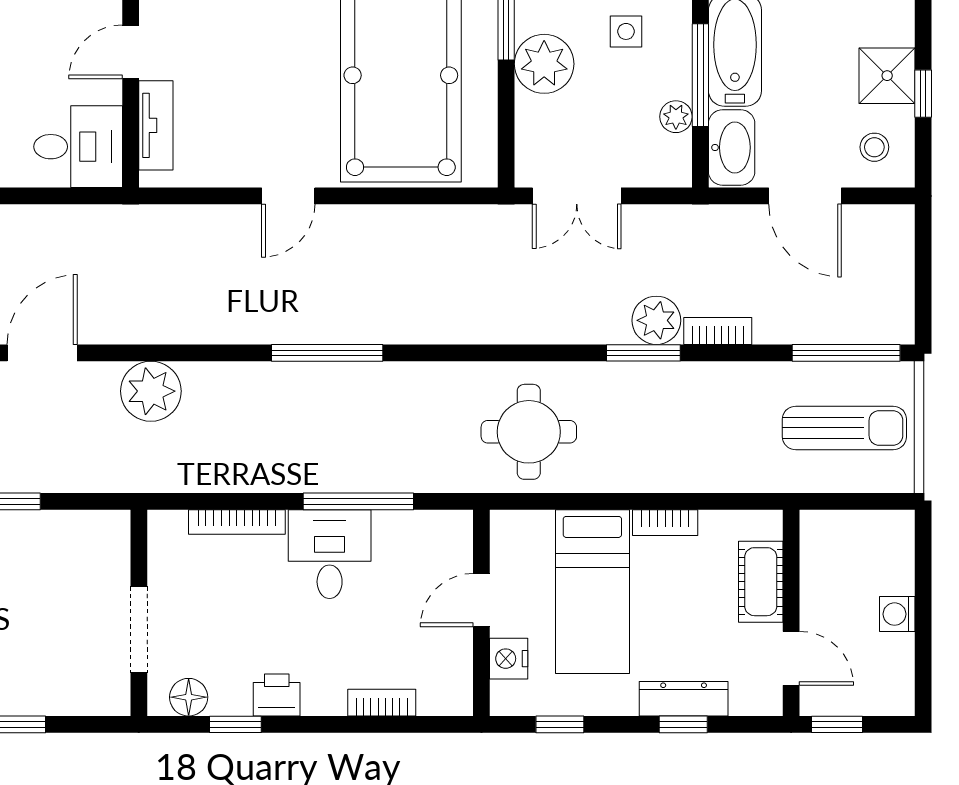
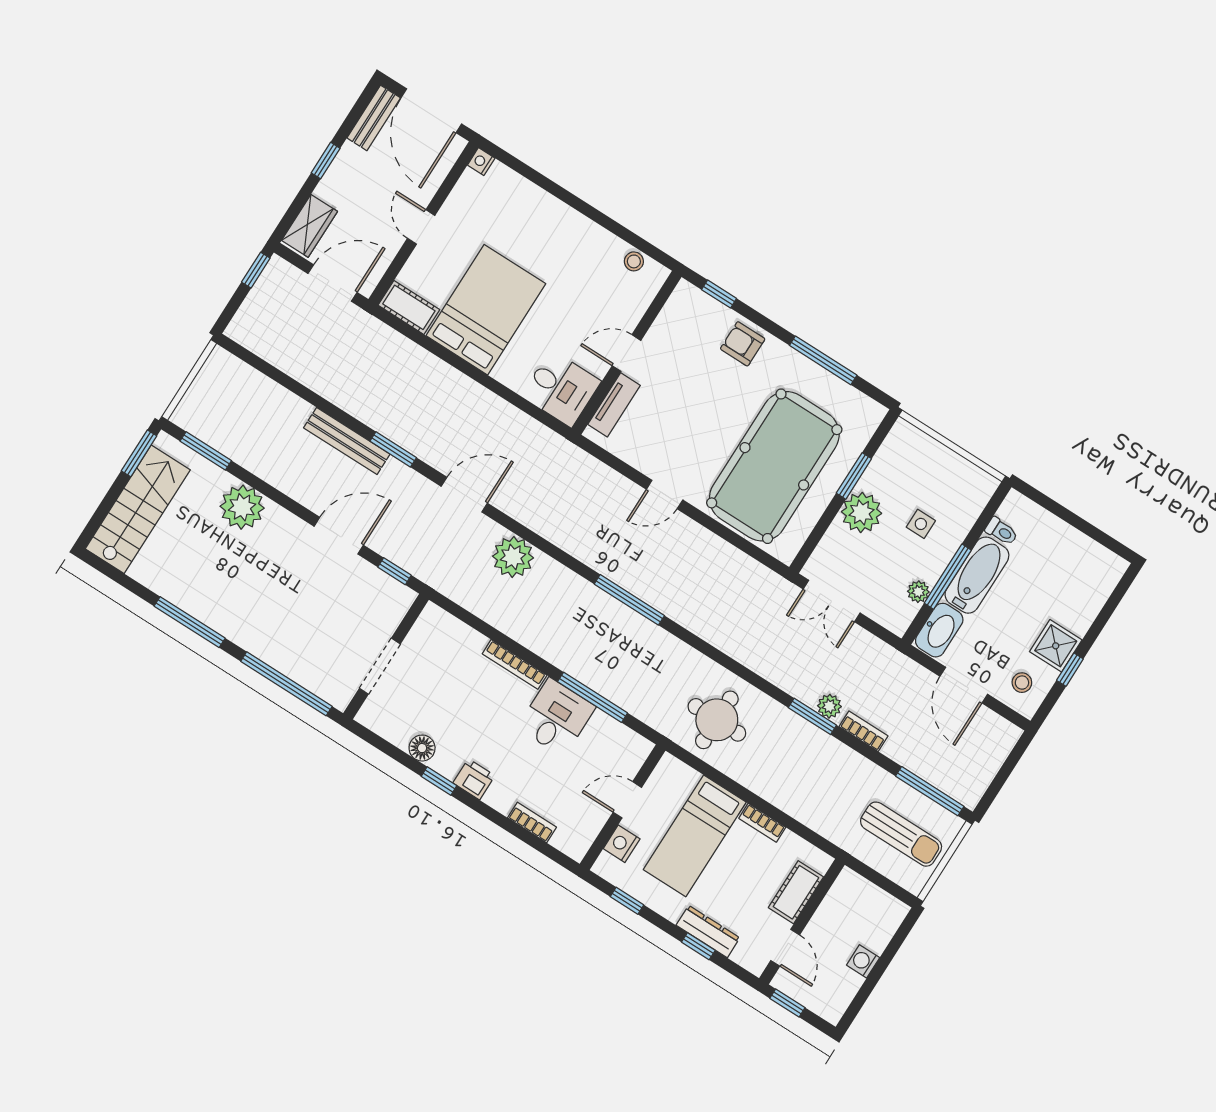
plant: (656, 320) -> (829, 706), width x0.73, depth x0.73
wall: (139, 613) -> (386, 657), moved
doorway: (139, 630) -> (380, 666), moved

